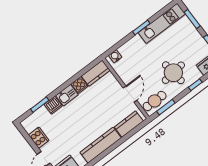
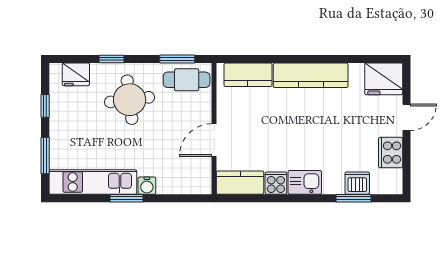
water cooler: (115, 56) -> (147, 186), moved
door: (130, 94) -> (214, 140), moved
dishwasher: (53, 105) -> (357, 183), moved

